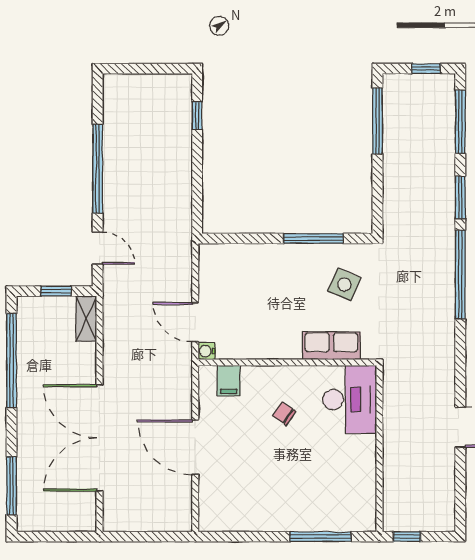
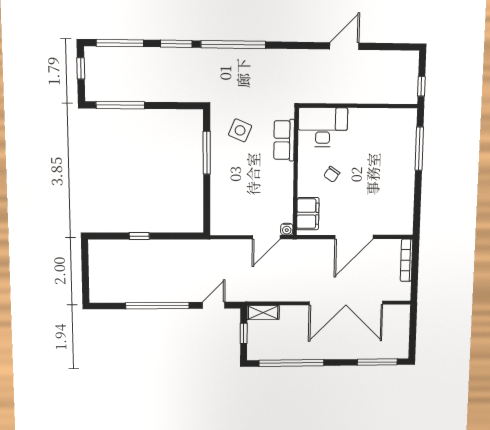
window: (197, 116) -> (139, 236), moved
filing cabinet: (229, 381) -> (308, 214), width x2.00
bookcase: (161, 524) -> (406, 260), added

